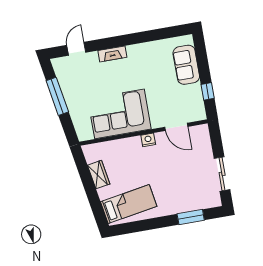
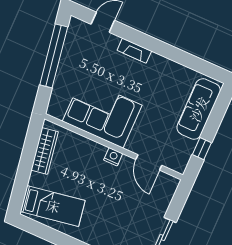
sofa: (186, 65) -> (199, 109), width x1.36
window: (57, 96) -> (54, 56), width x1.46
wardrobe: (99, 175) -> (45, 151), width x1.50

